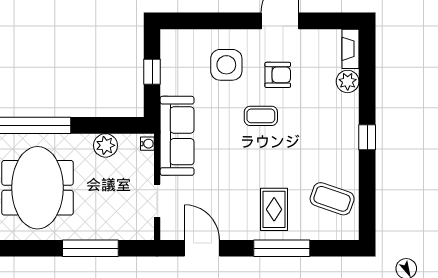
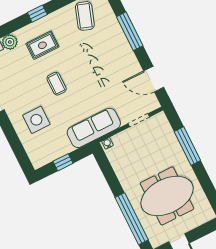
armchair: (278, 75) -> (27, 86), removed
plant: (106, 145) -> (121, 168), removed
rug: (274, 209) -> (42, 45), moved
door: (202, 248) -> (154, 79), hinge flipped

